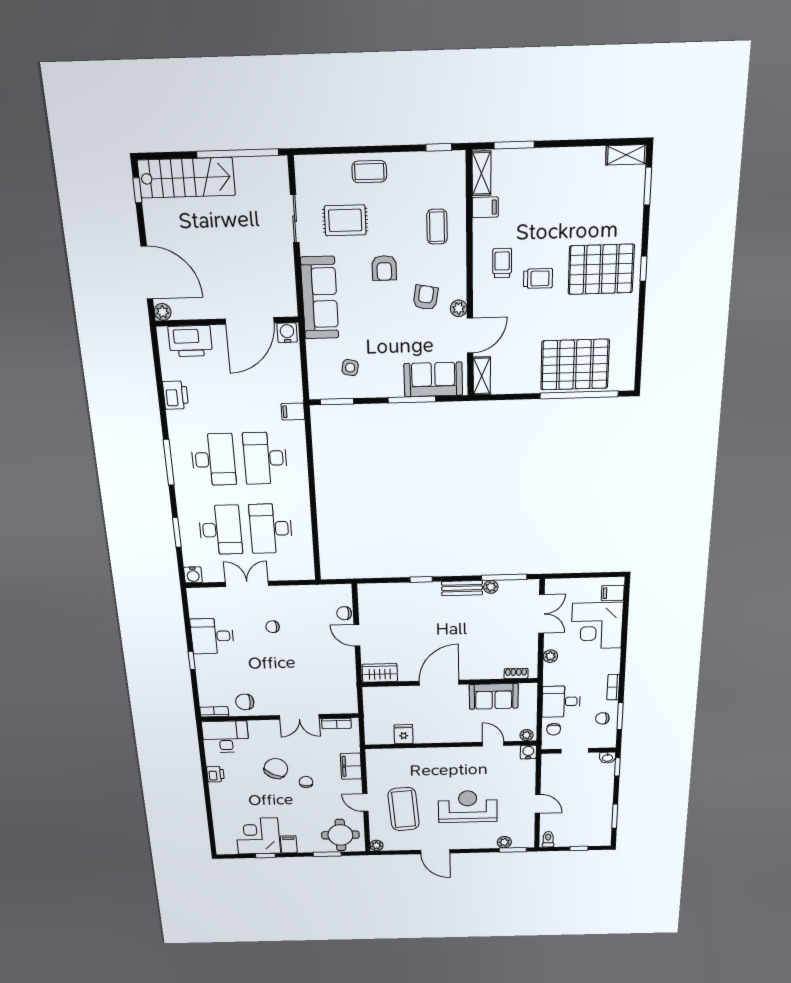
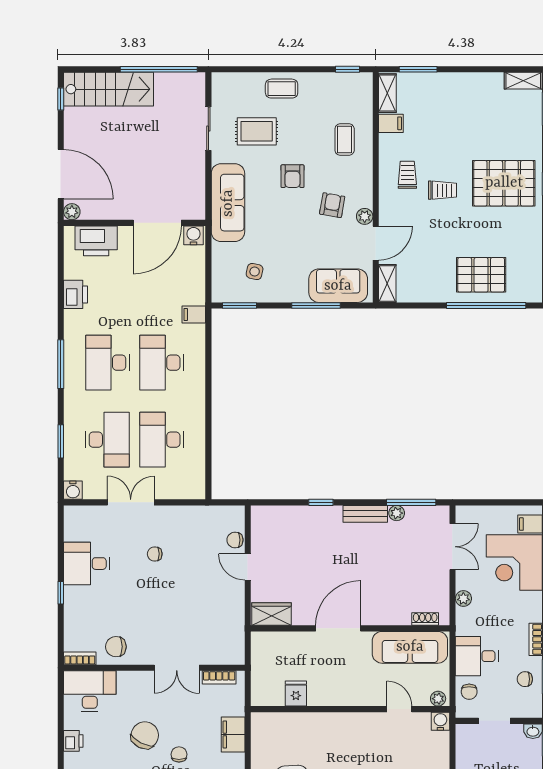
pallet: (575, 365) -> (481, 275), width x0.73, depth x0.71
desk: (213, 460) -> (107, 363), turned 180
sofa: (494, 696) -> (410, 647), width x1.36

